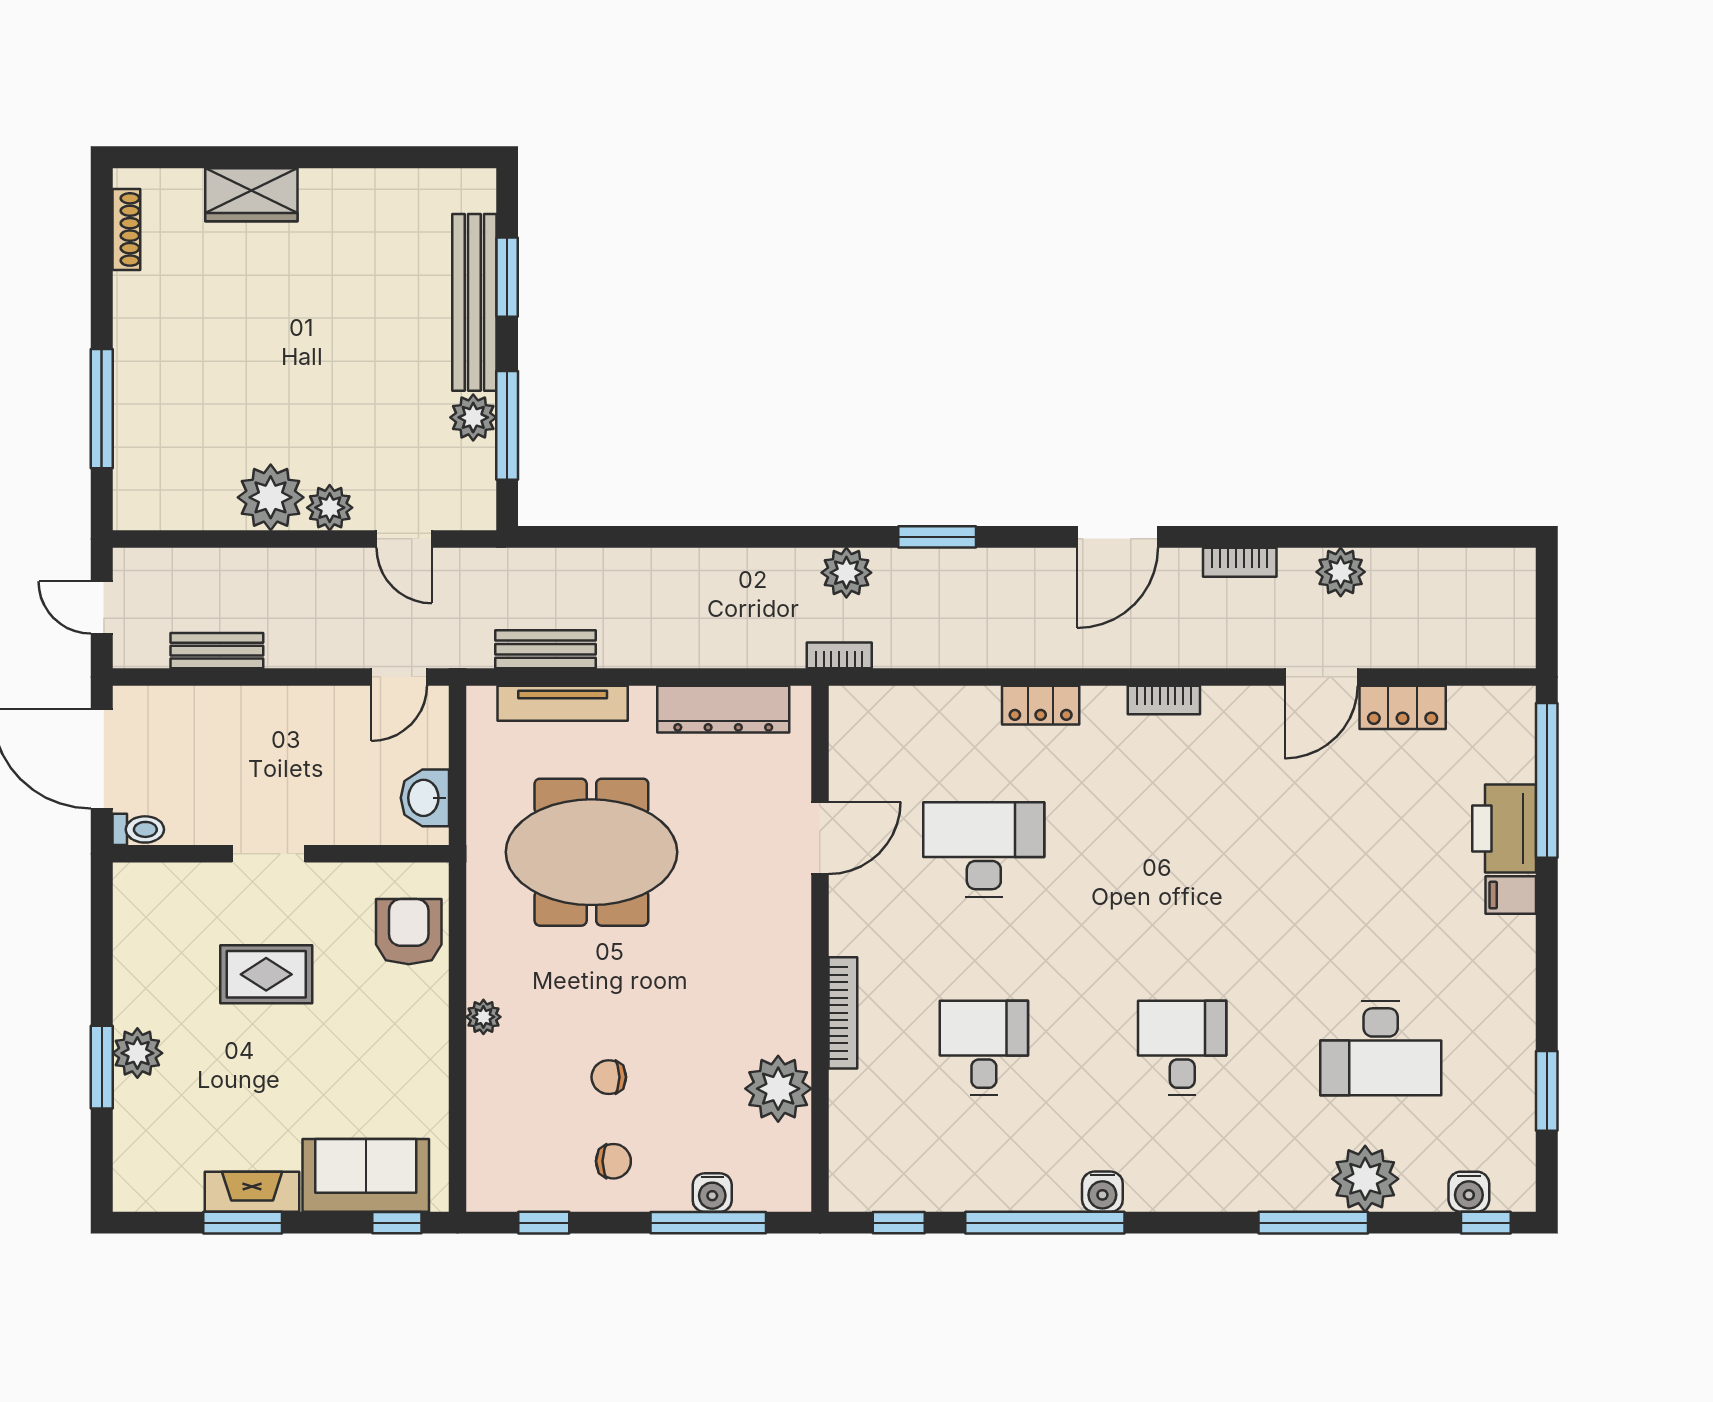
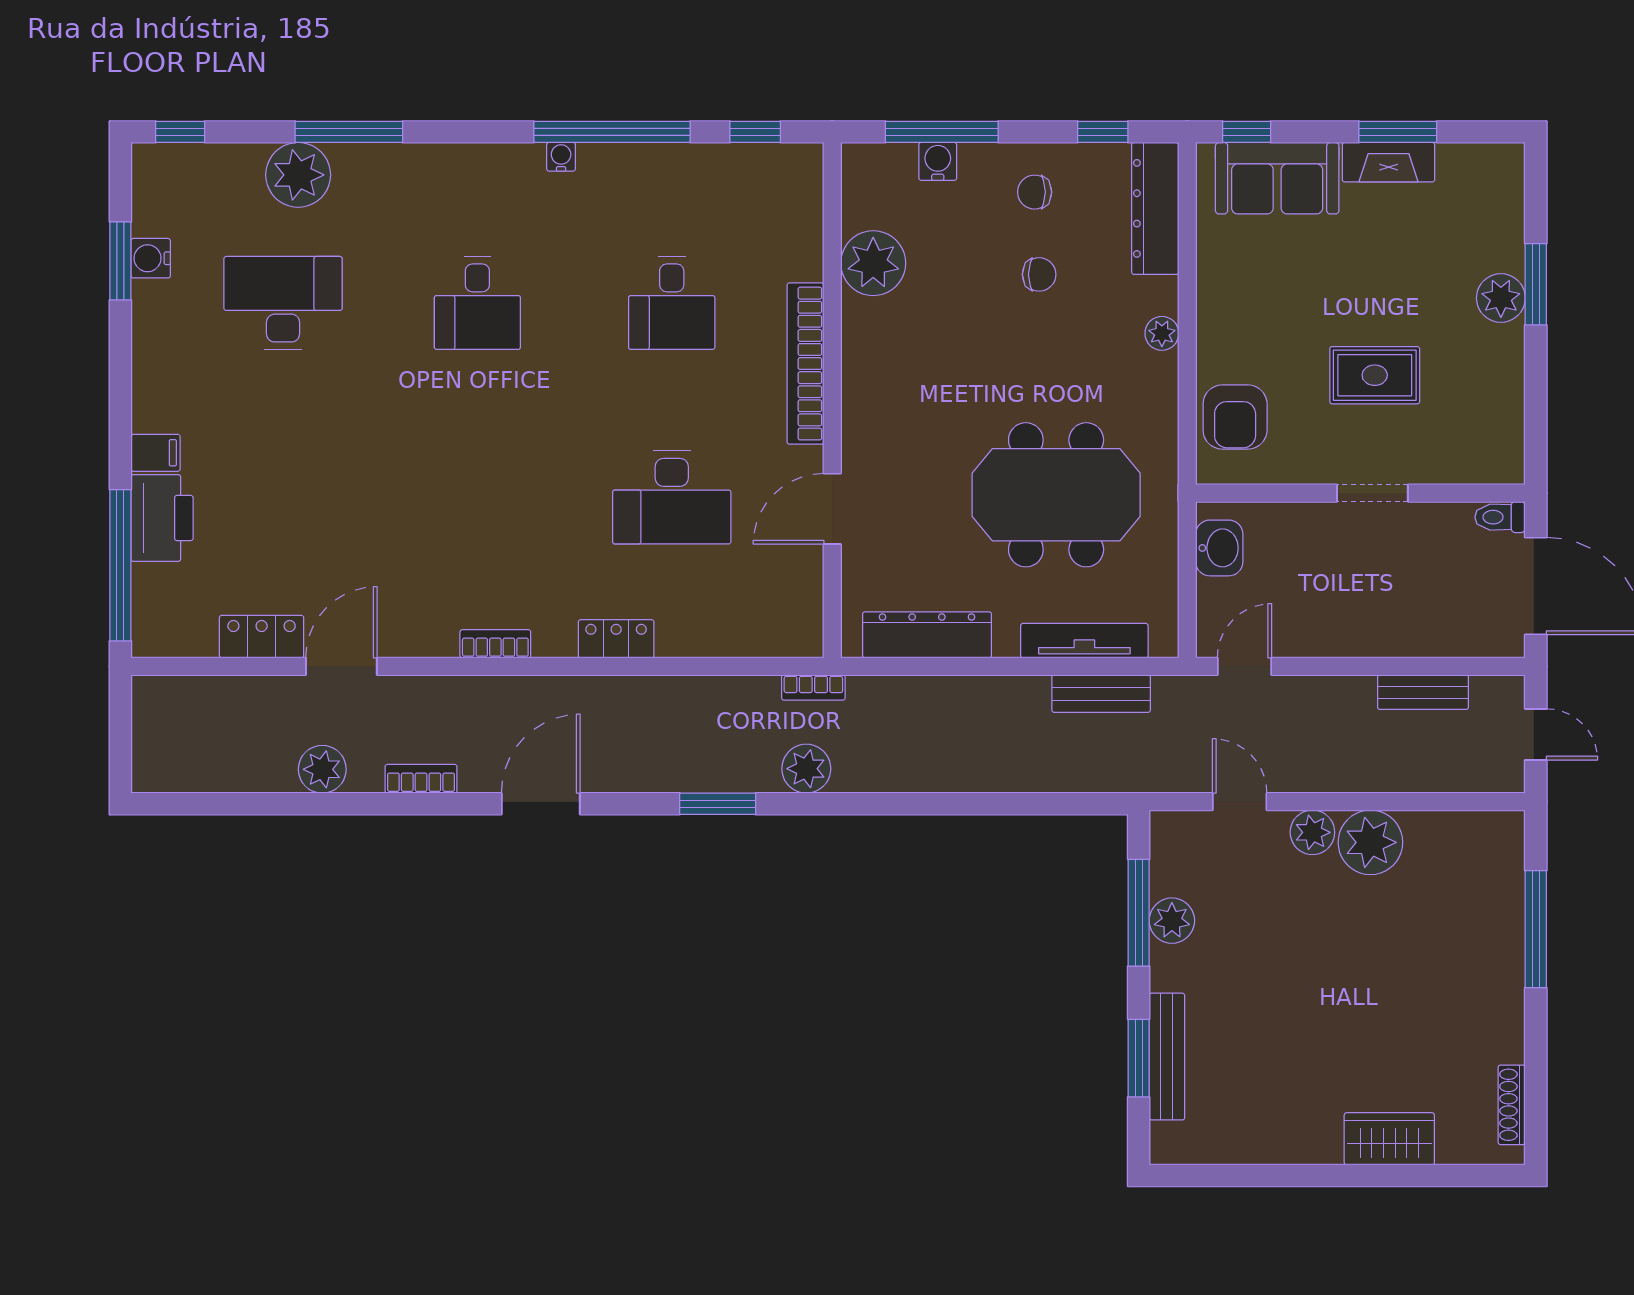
bench: (474, 302) -> (1167, 1057), width x0.73, depth x0.82
bookcase: (843, 1013) -> (806, 364), width x1.48, depth x1.31
dresser: (490, 1145) -> (1155, 208), added
water cooler: (1102, 1192) -> (561, 157), width x0.72, depth x0.72
water cooler: (1469, 1192) -> (151, 258), moved, turned -90

